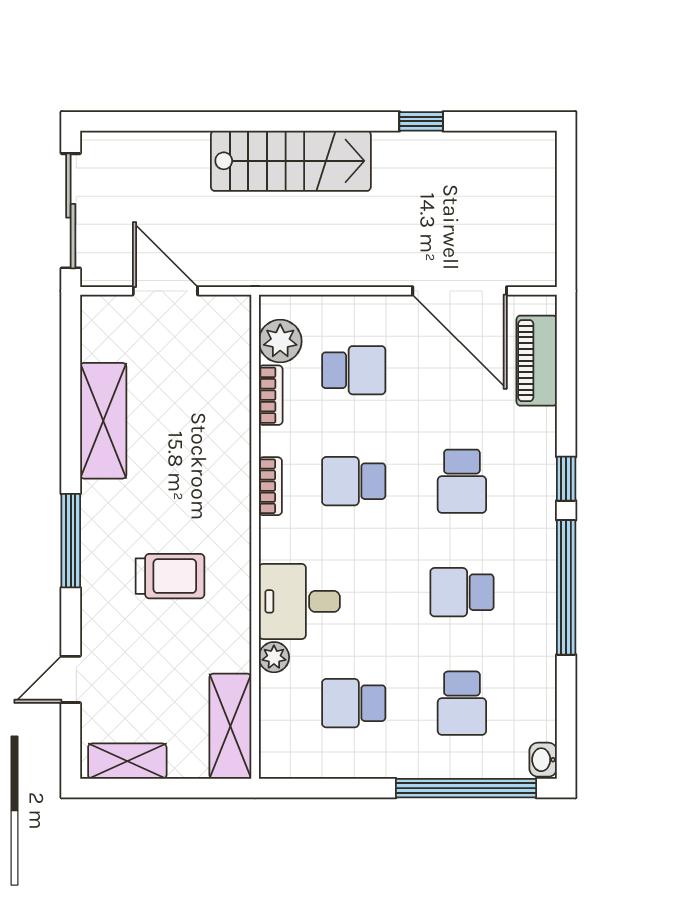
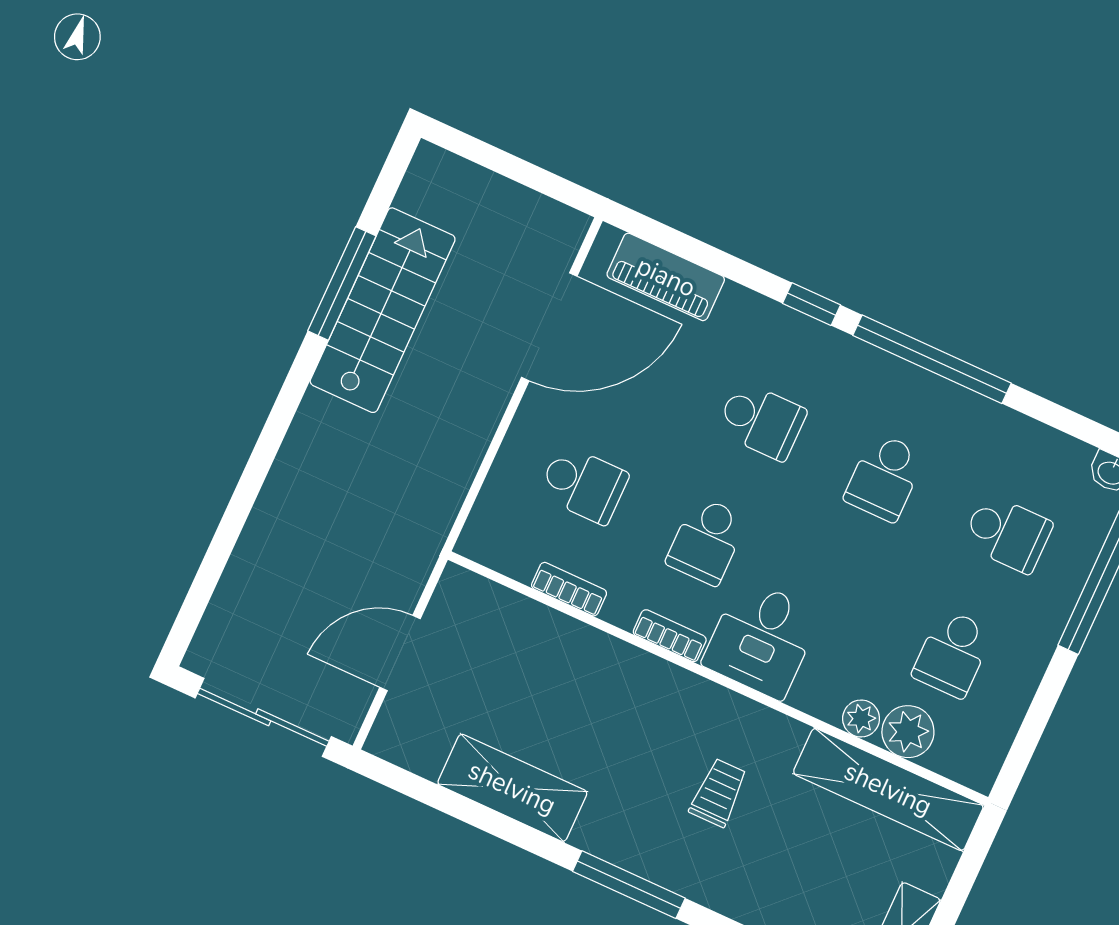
window: (421, 121) -> (342, 283), width x2.17
stairs: (291, 161) -> (383, 310), moved
plant: (280, 341) -> (908, 732), moved
school desk: (354, 370) -> (584, 485), turned 90
trolley: (170, 576) -> (718, 793), width x0.73, depth x0.72
desk: (299, 601) -> (761, 639), moved
shelving: (230, 726) -> (888, 789), width x1.47

